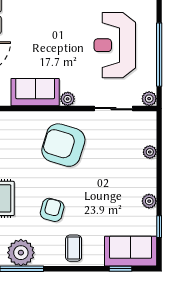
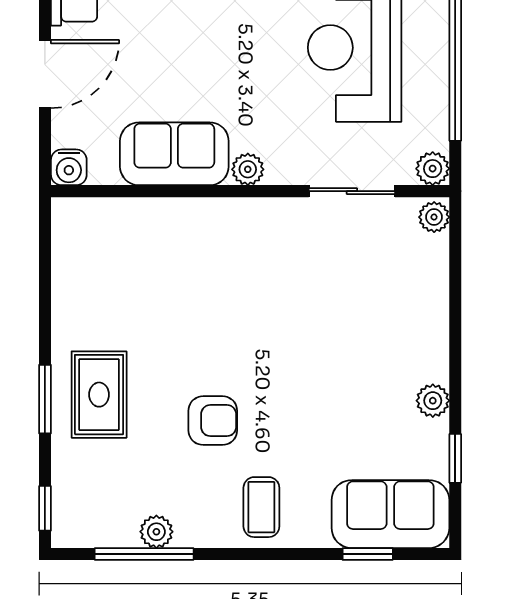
armchair: (63, 145) -> (238, 274), removed
plant: (150, 152) -> (434, 217), moved
armchair: (52, 210) -> (213, 421), turned 75
plant: (21, 253) -> (156, 532), width x0.53, depth x0.53

